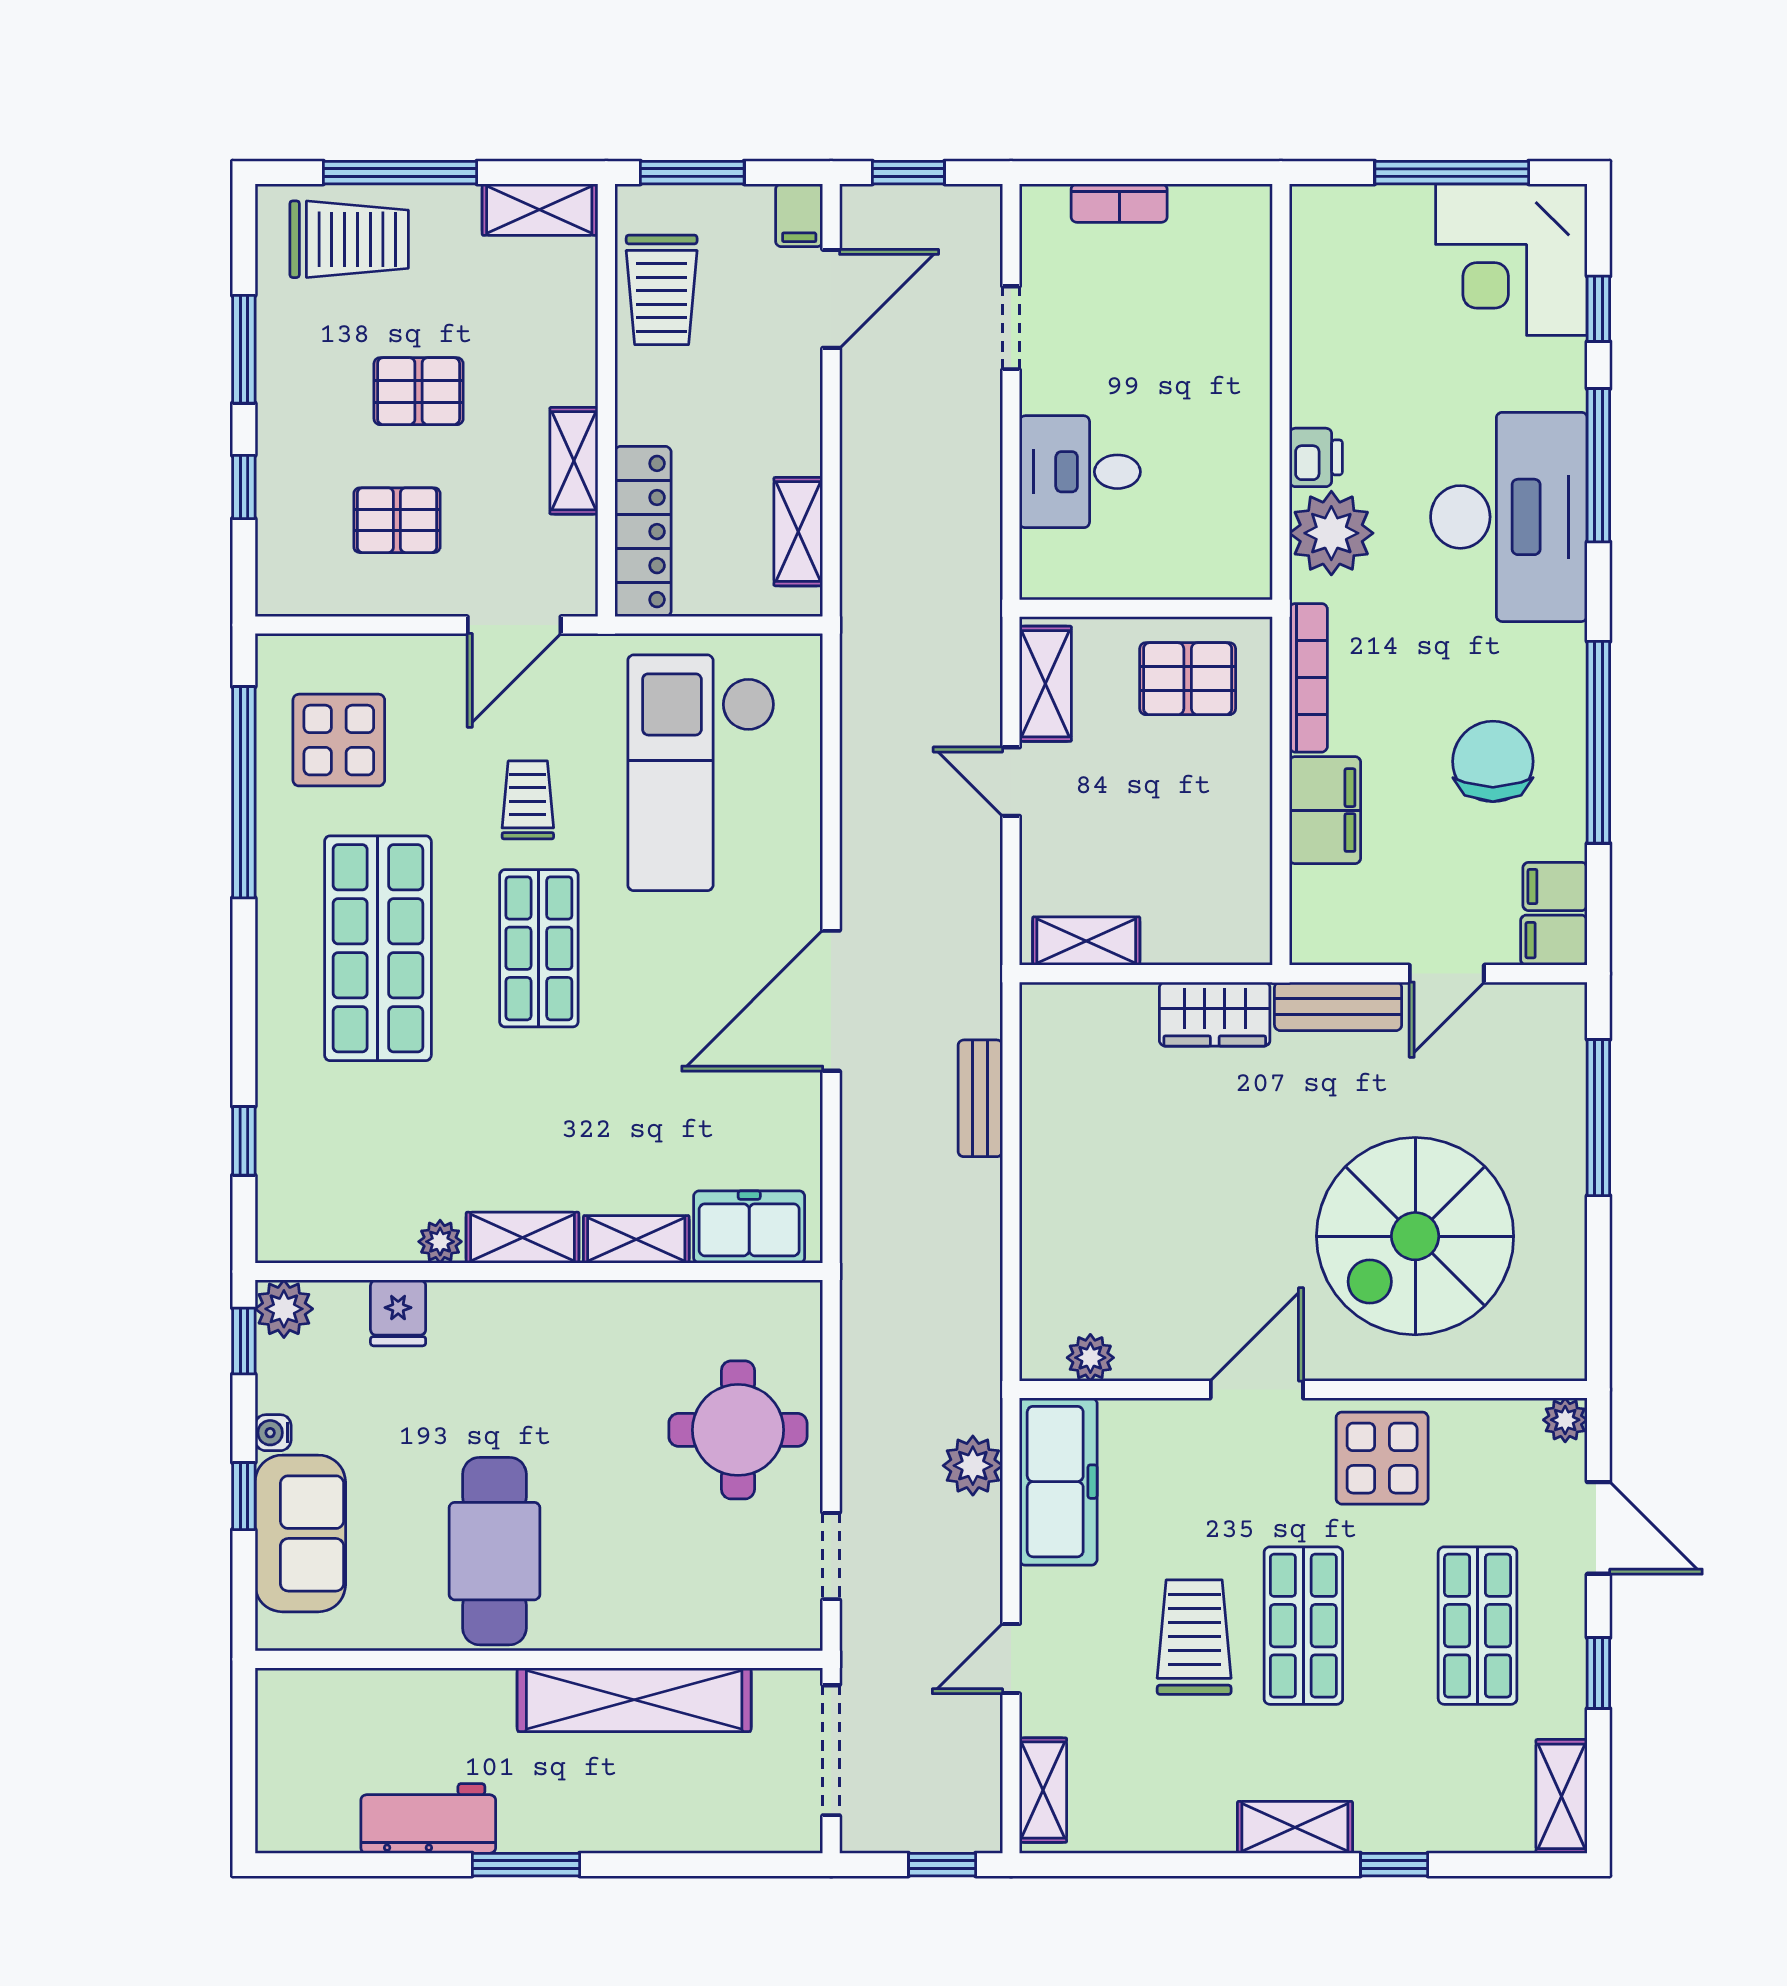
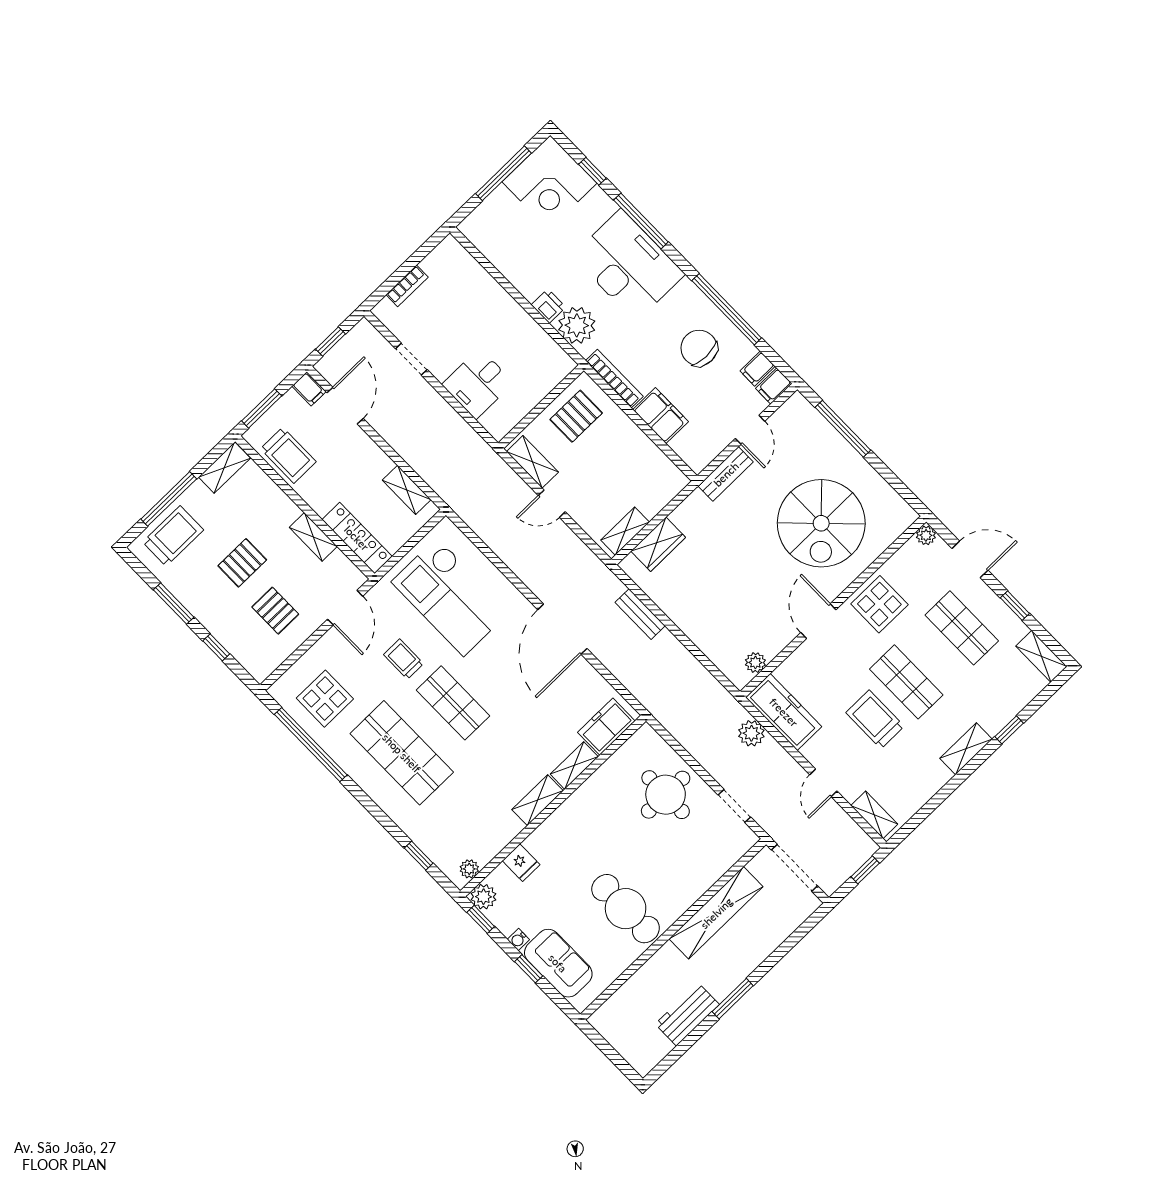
pallet: (397, 520) -> (275, 611), turned 90
wardrobe: (1215, 1014) -> (658, 544), moved
plant: (440, 1242) -> (469, 869), moved

